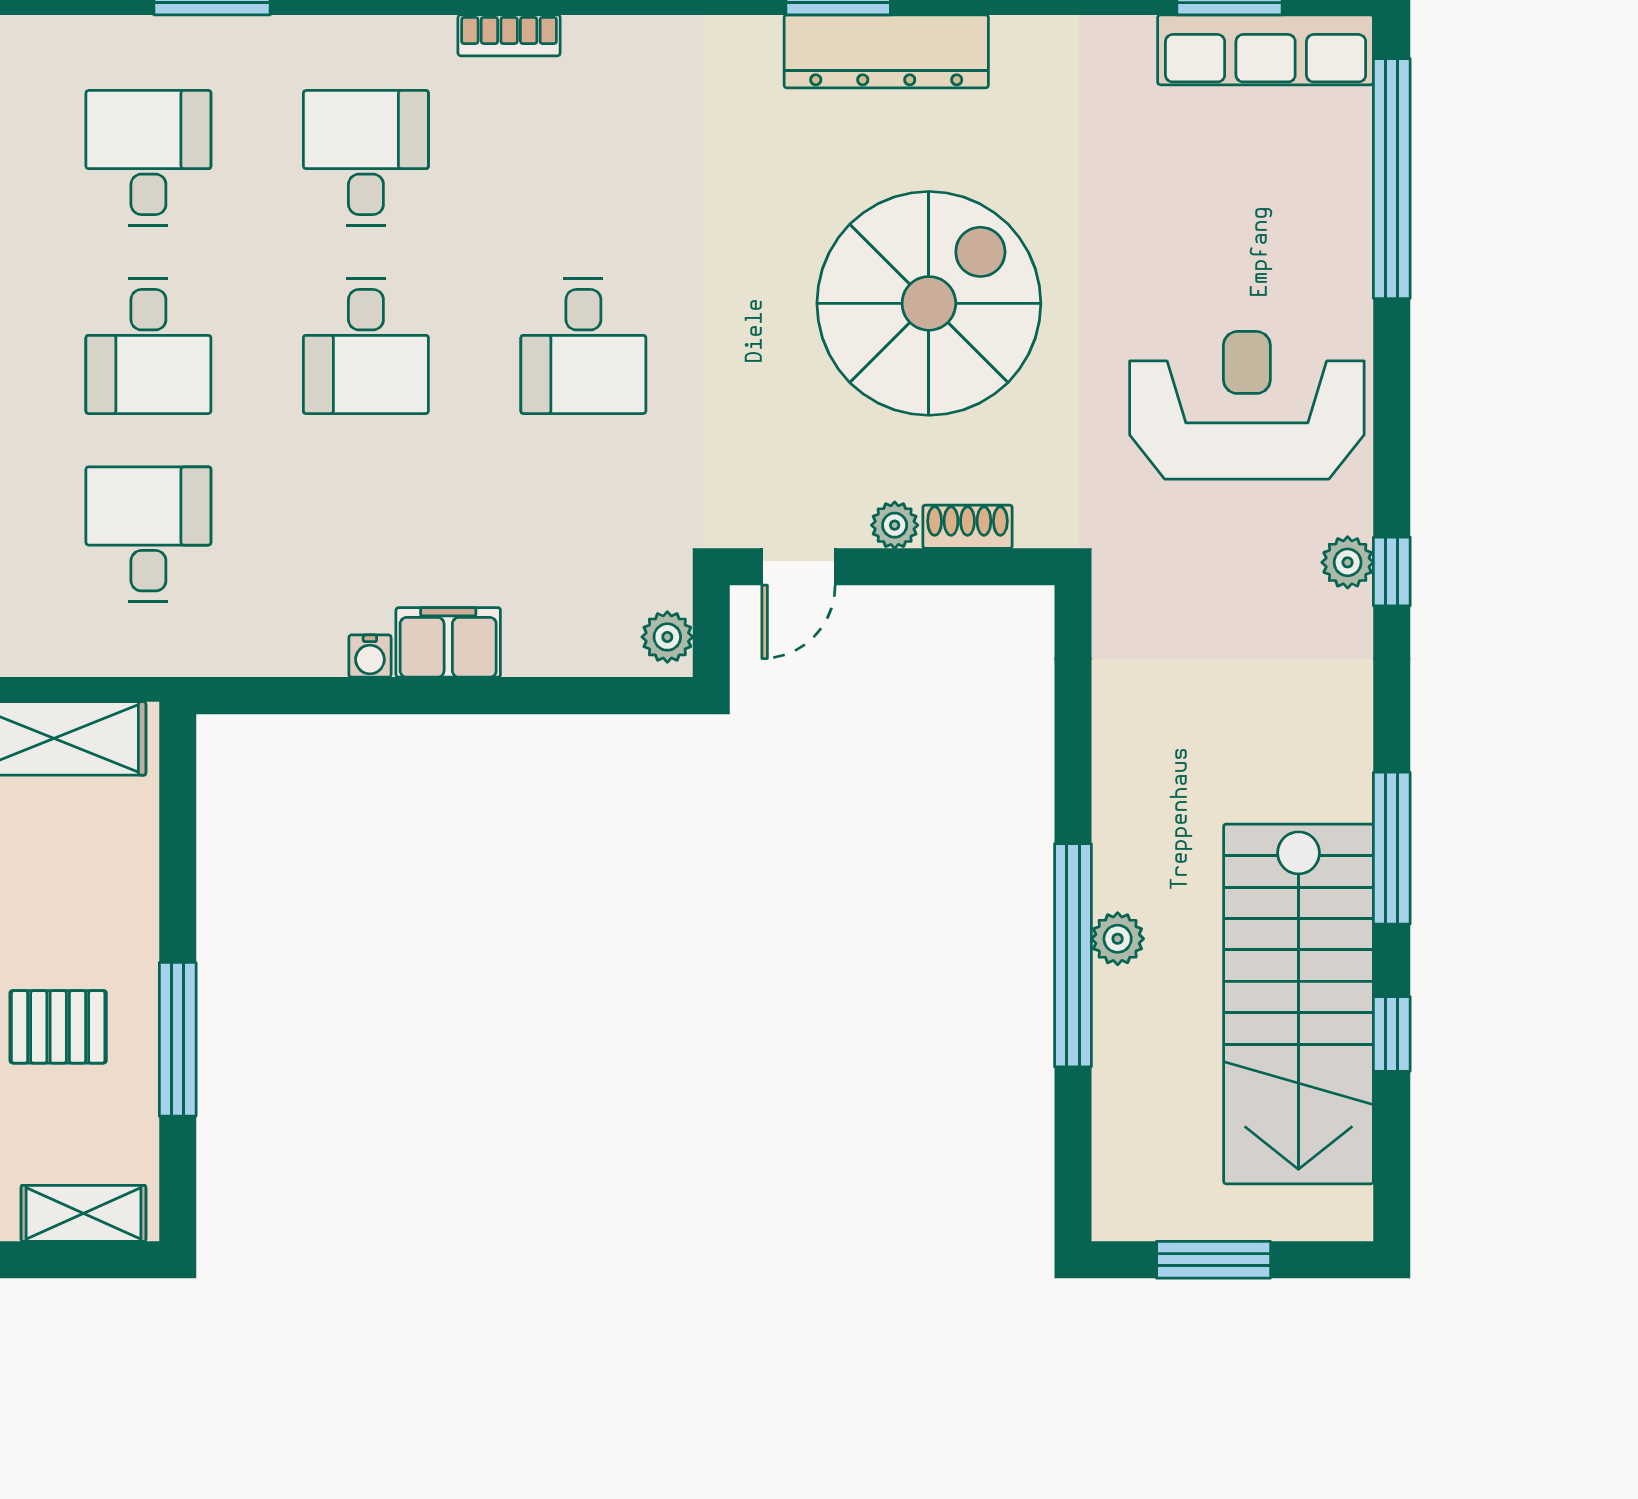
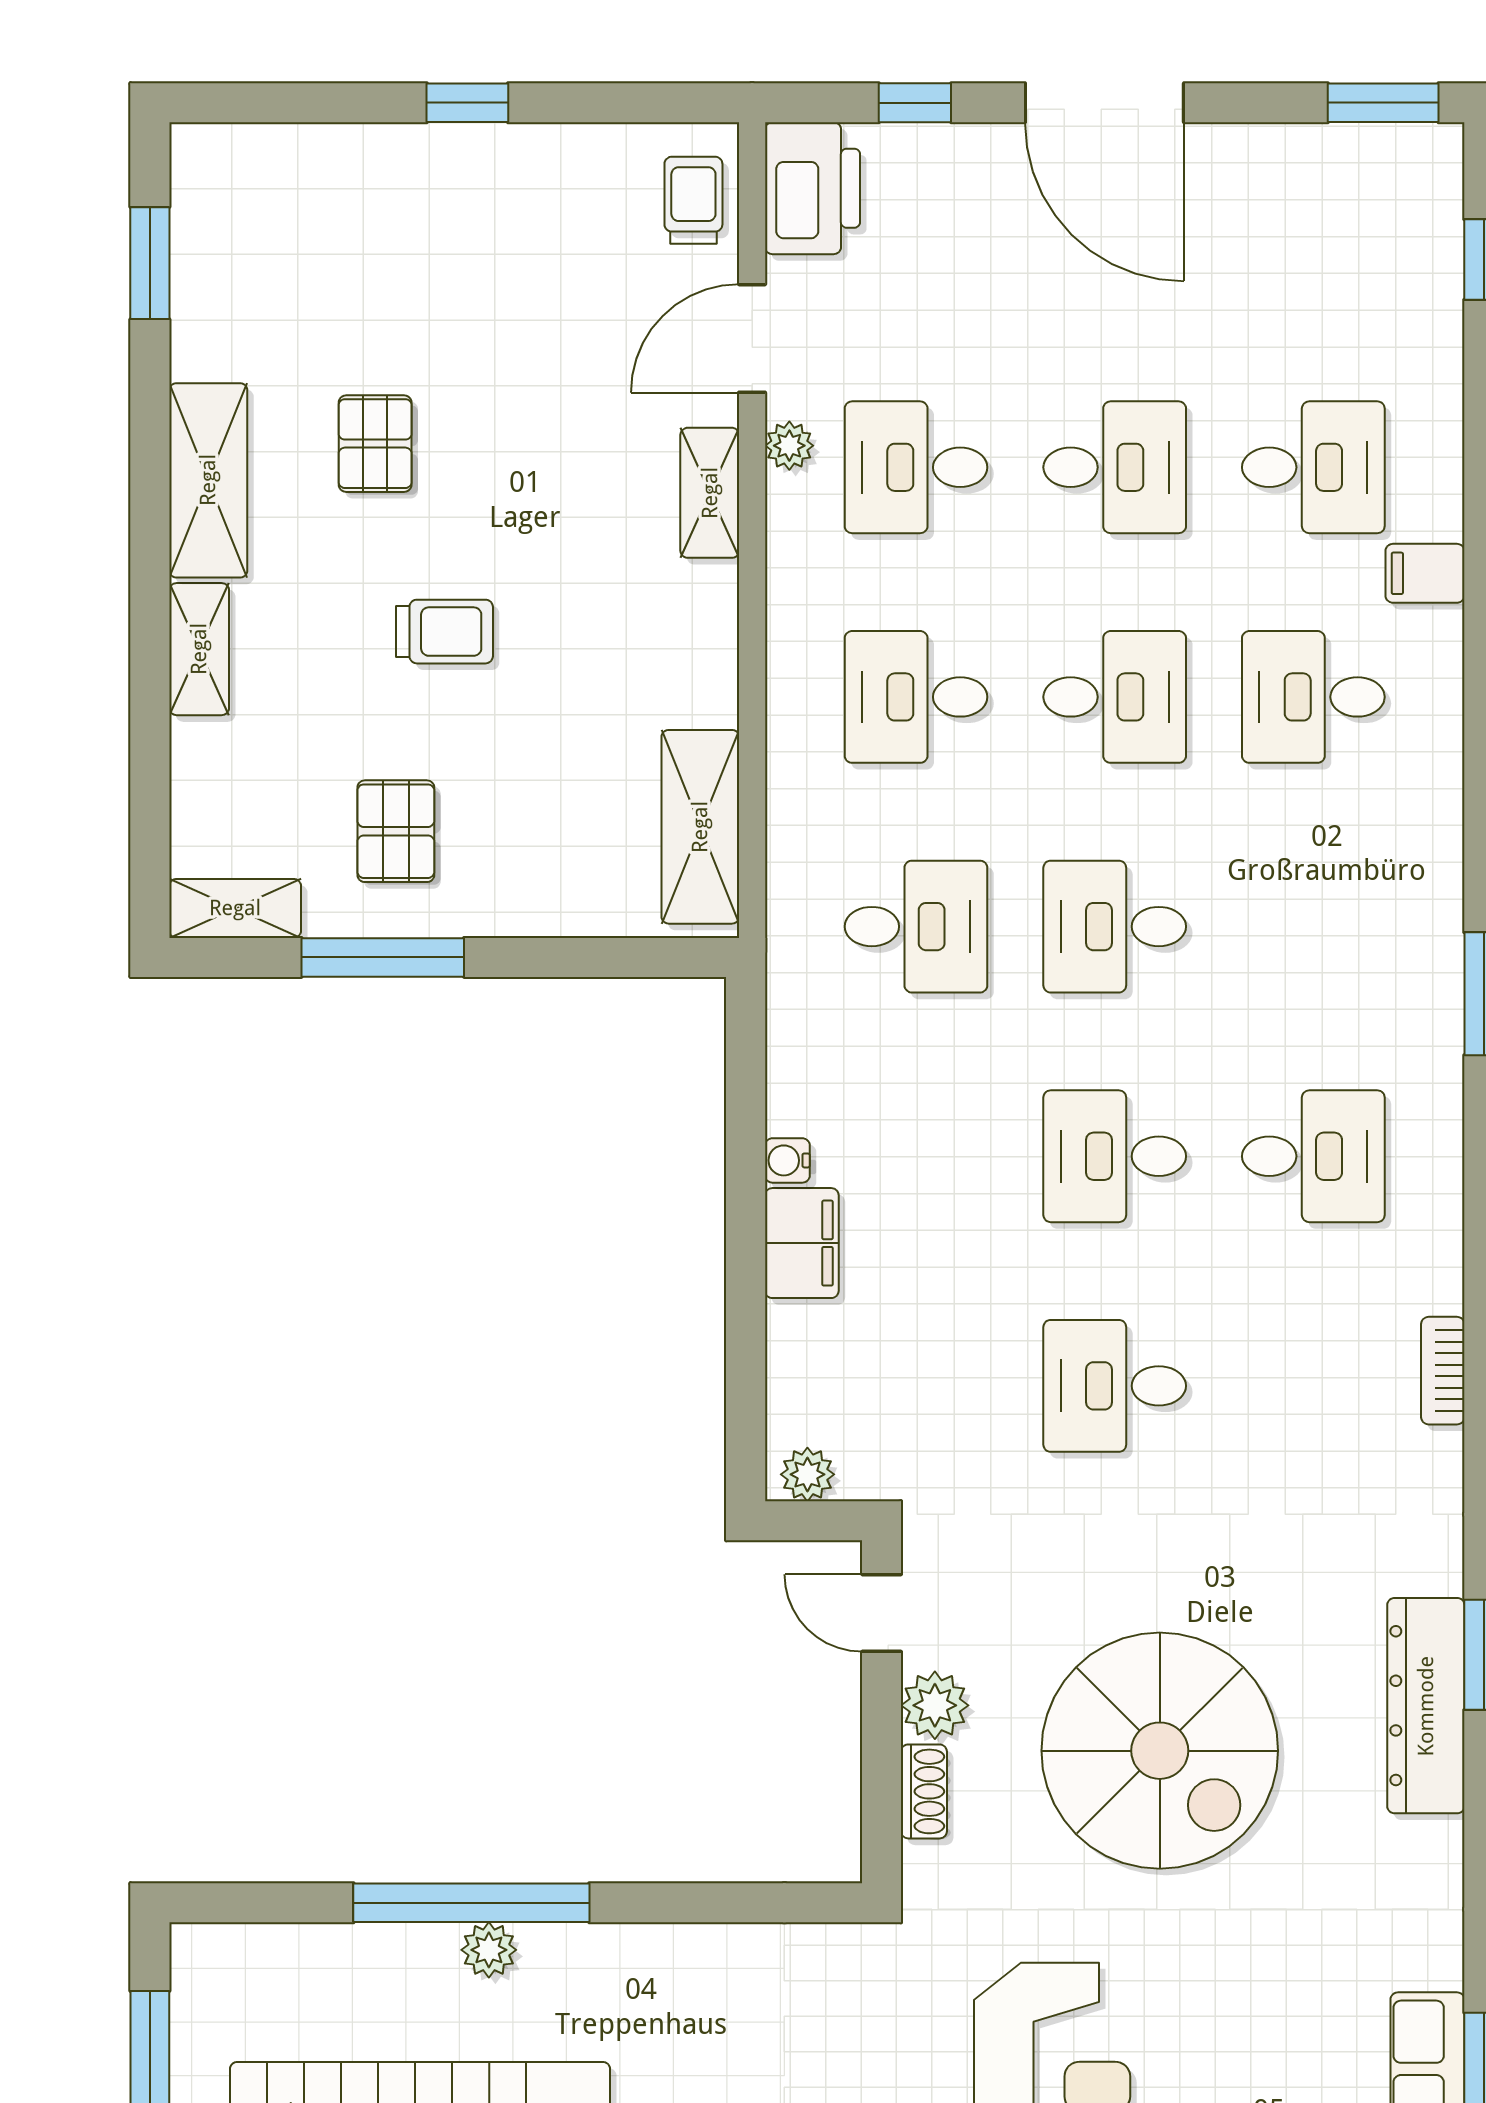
bookcase: (509, 35) -> (1443, 1371), moved
desk: (148, 158) -> (1313, 927), removed
plant: (895, 525) -> (935, 1705), width x1.38, depth x1.38
shelving: (83, 1213) -> (235, 908), moved, turned 90

